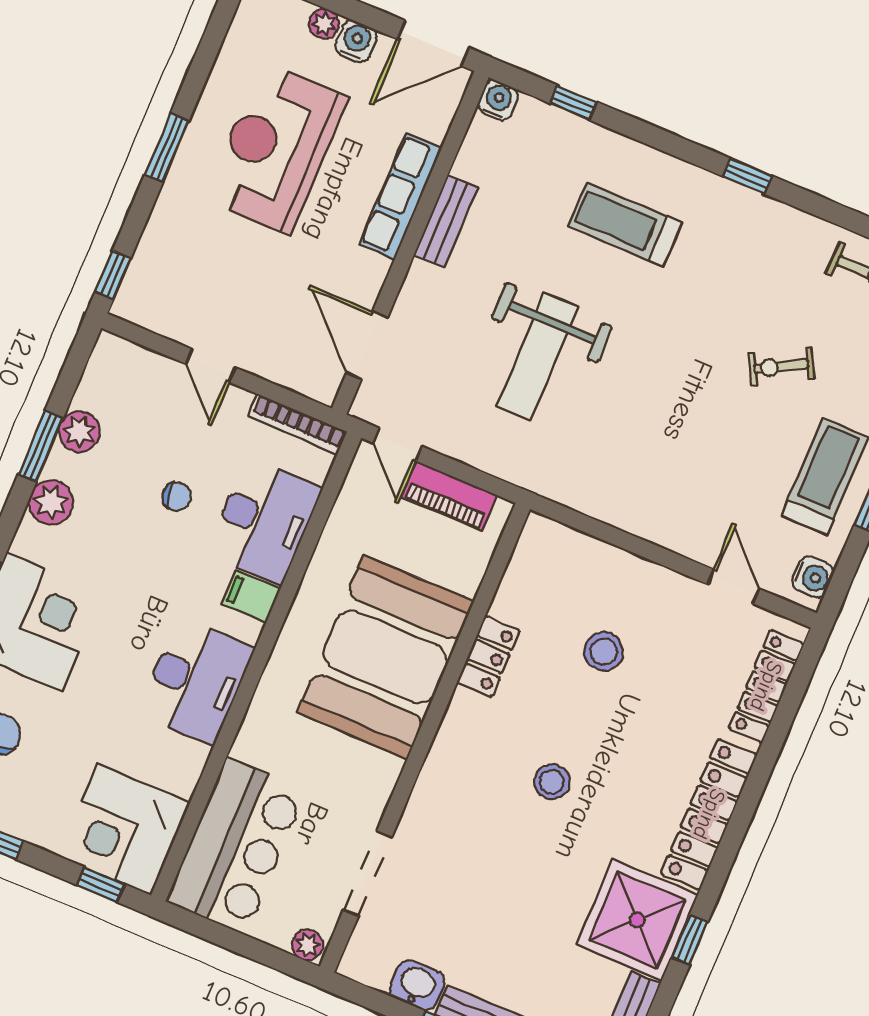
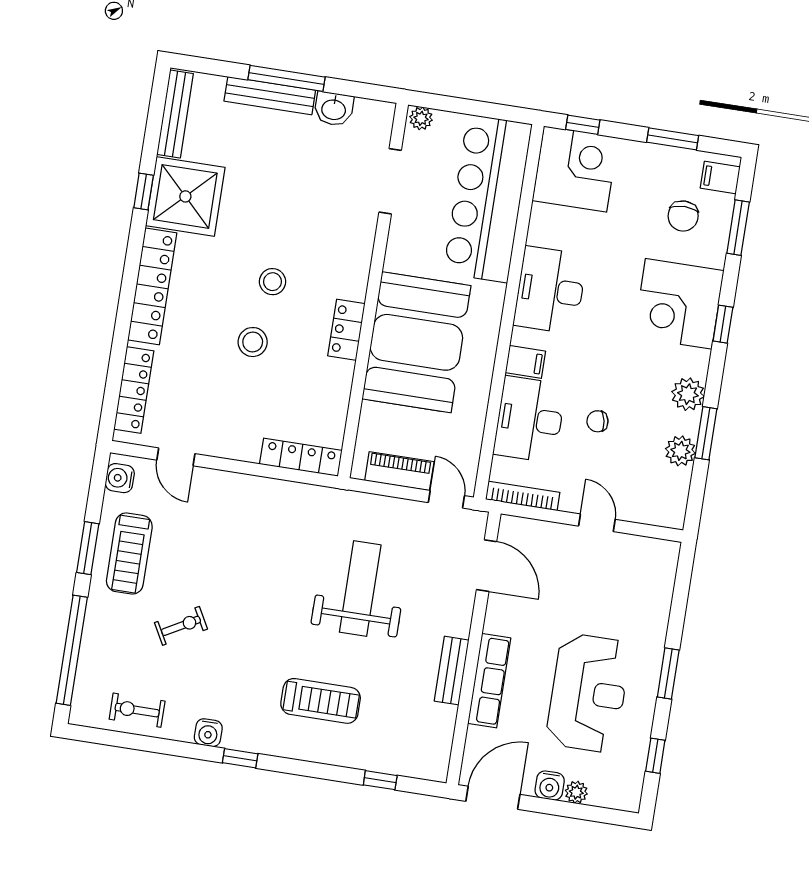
water cooler: (498, 100) -> (208, 733), moved
window: (113, 275) -> (655, 756), moved
locker: (572, 546) -> (301, 457), added
stool: (604, 652) -> (253, 342), moved
locker: (488, 657) -> (346, 330), moved
bar counter: (236, 846) -> (488, 199), width x1.36

